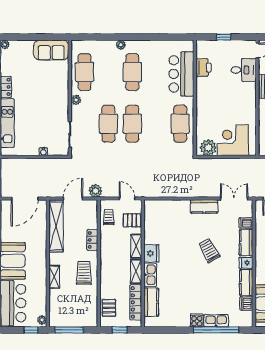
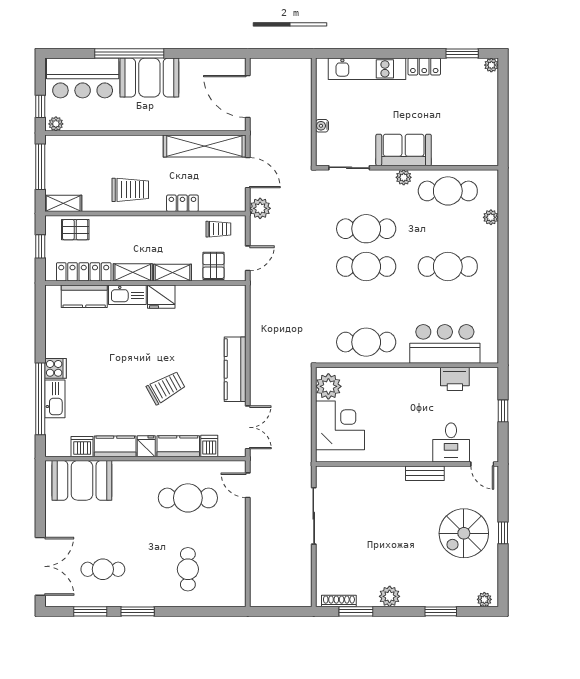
plant: (121, 45) -> (491, 217), moved
sofa: (51, 50) -> (404, 150), moved, turned 90
kitchen counter: (204, 207) -> (235, 369), width x1.50
shelving: (54, 277) -> (63, 203), moved

